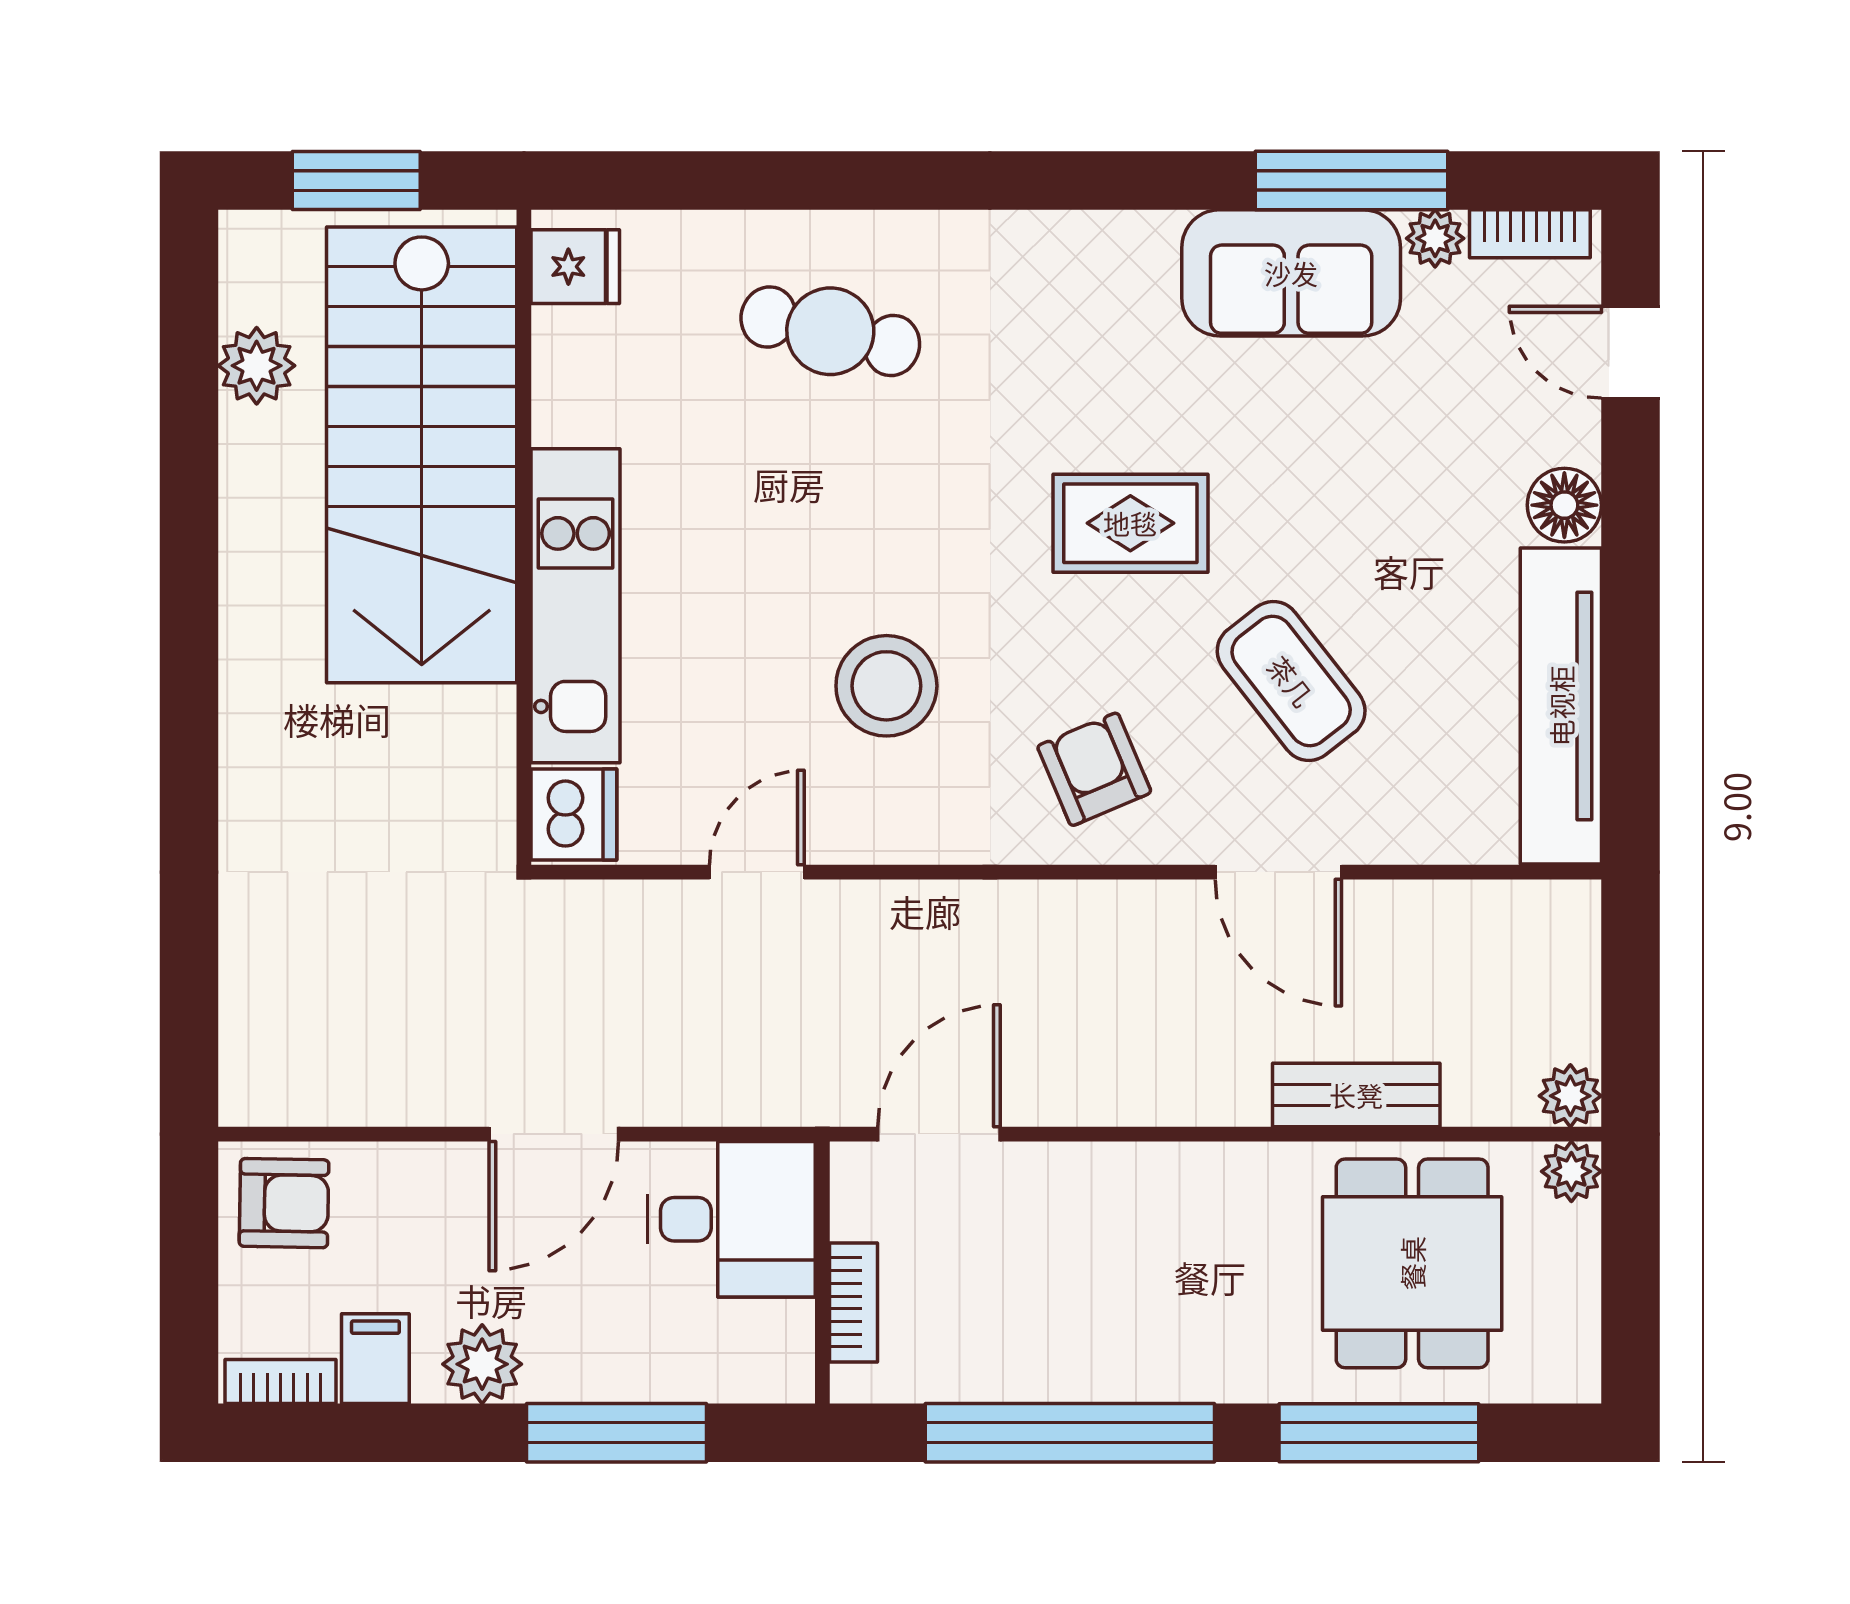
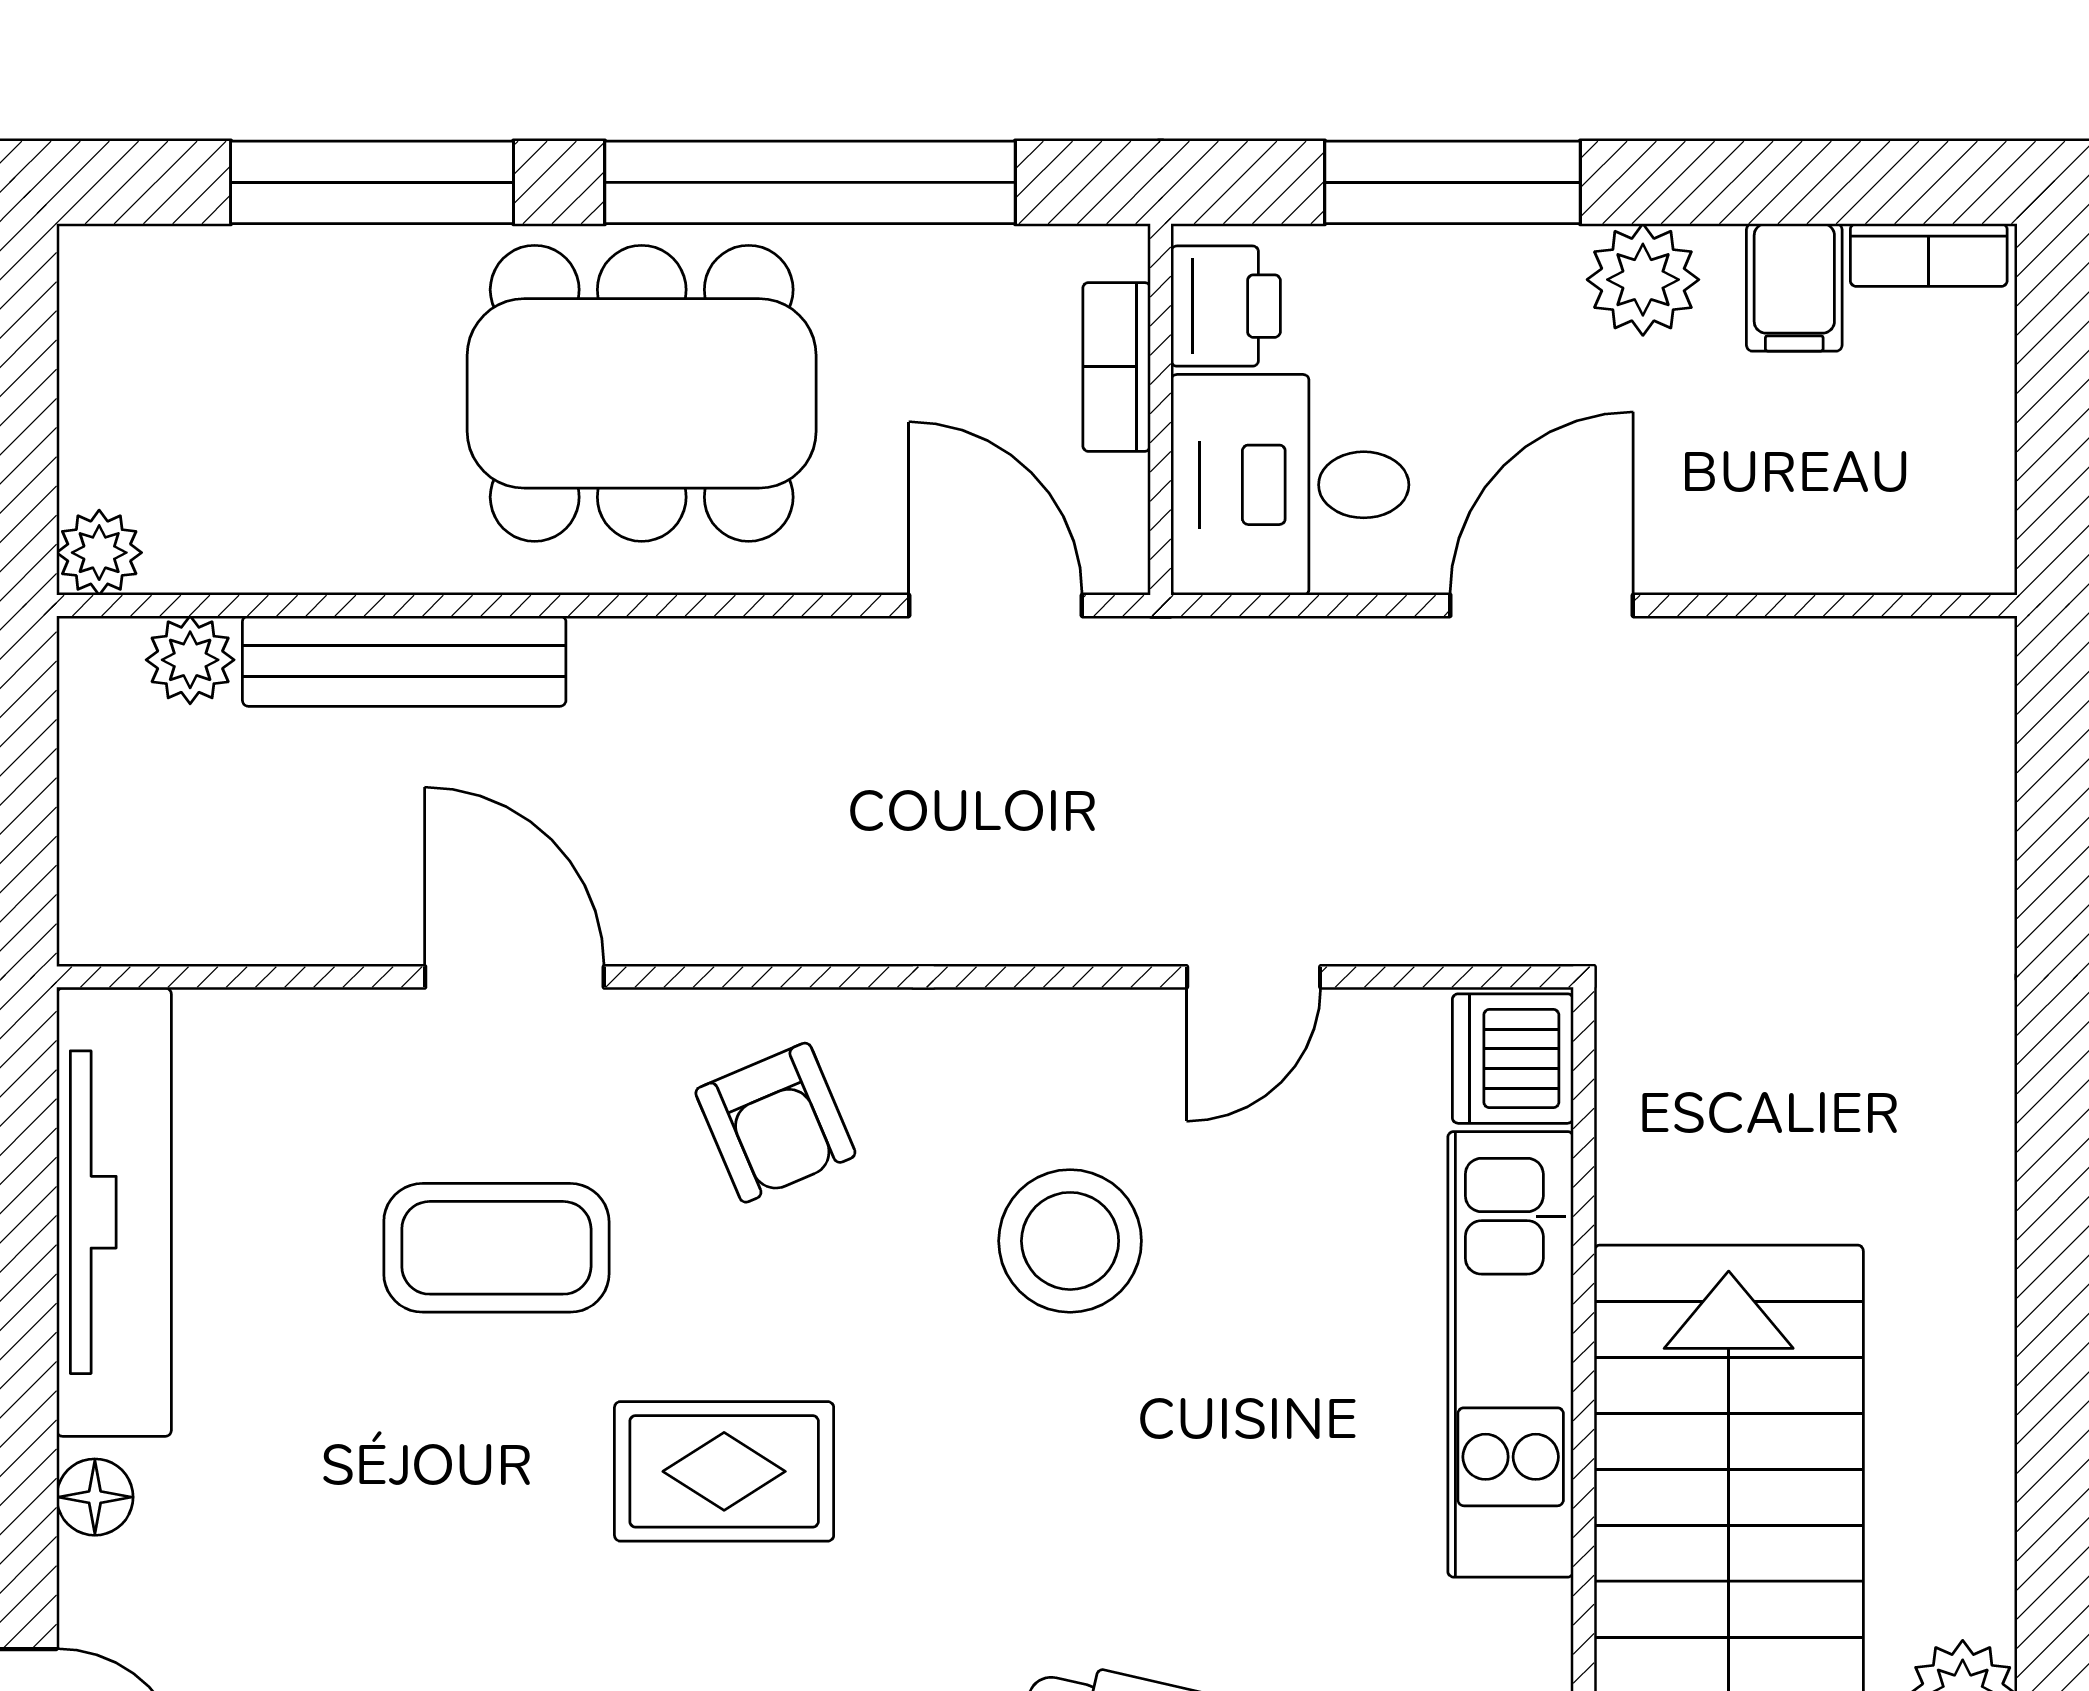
floor lamp: (1564, 505) -> (95, 1497), width x0.73, depth x0.73
coffee table: (1291, 681) -> (496, 1248), turned -52
bench: (1356, 1095) -> (404, 661), width x1.36
plant: (1570, 1096) -> (190, 660), moved
door: (939, 1134) -> (996, 605), swing flipped
armchair: (284, 1203) -> (1924, 508), removed
dining table: (1412, 1263) -> (642, 393), moved, width x1.38
printer: (777, 1345) -> (1226, 306), added

